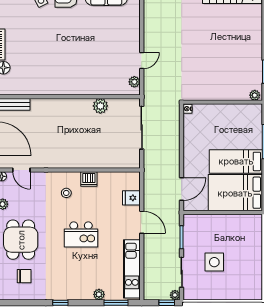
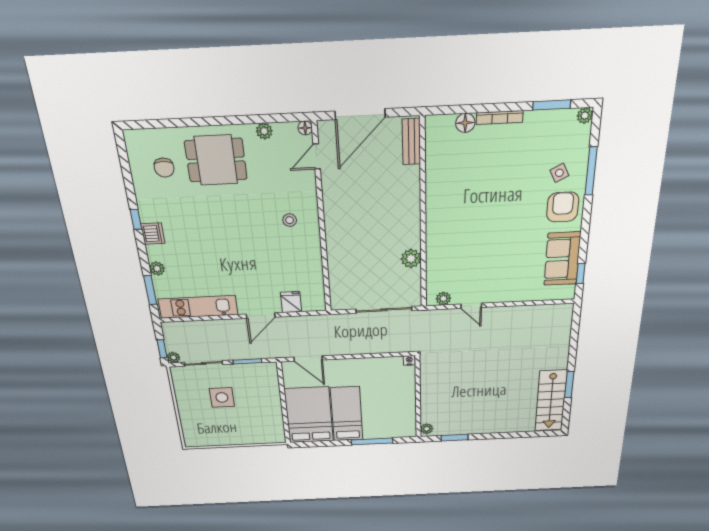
dishwasher: (89, 179) -> (153, 234), moved, turned 180
kitchen island: (81, 234) -> (235, 242), removed

